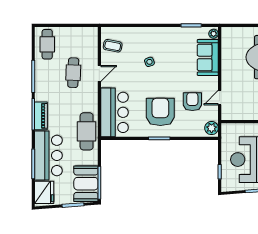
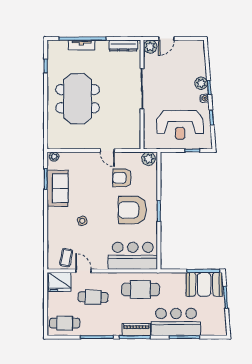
sofa: (208, 57) -> (58, 188), moved, turned -90
door: (99, 73) -> (83, 271), moved
door: (220, 98) -> (107, 151), moved
cafe table: (87, 131) -> (140, 289), moved
fridge: (44, 192) -> (60, 282), moved, turned 180

